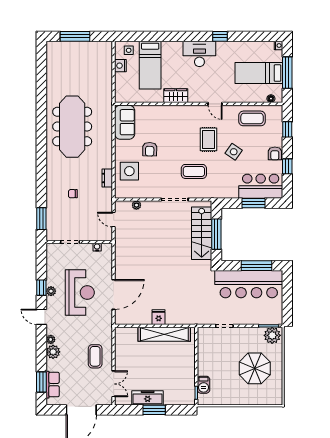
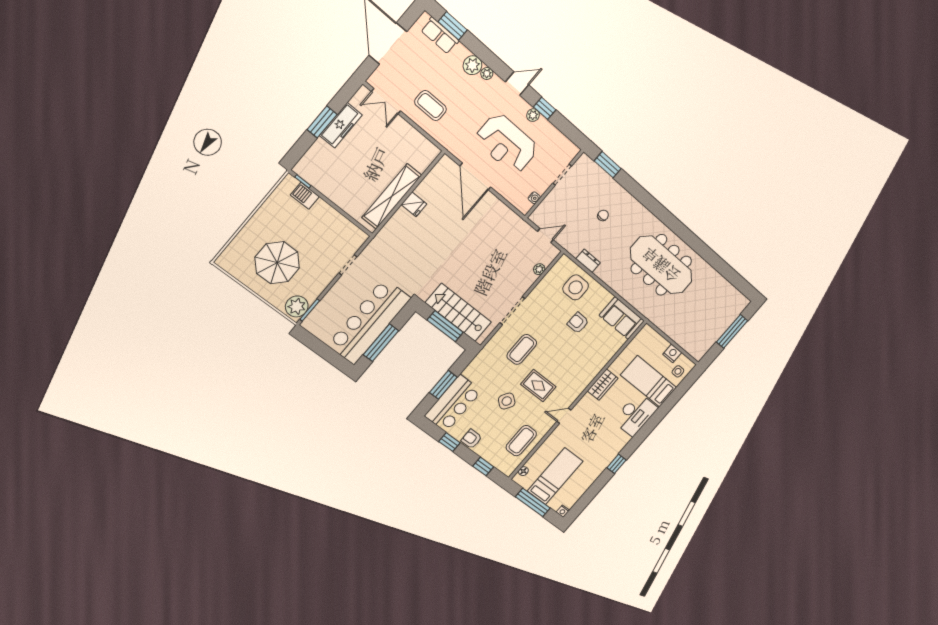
desk: (199, 54) -> (635, 414), moved

